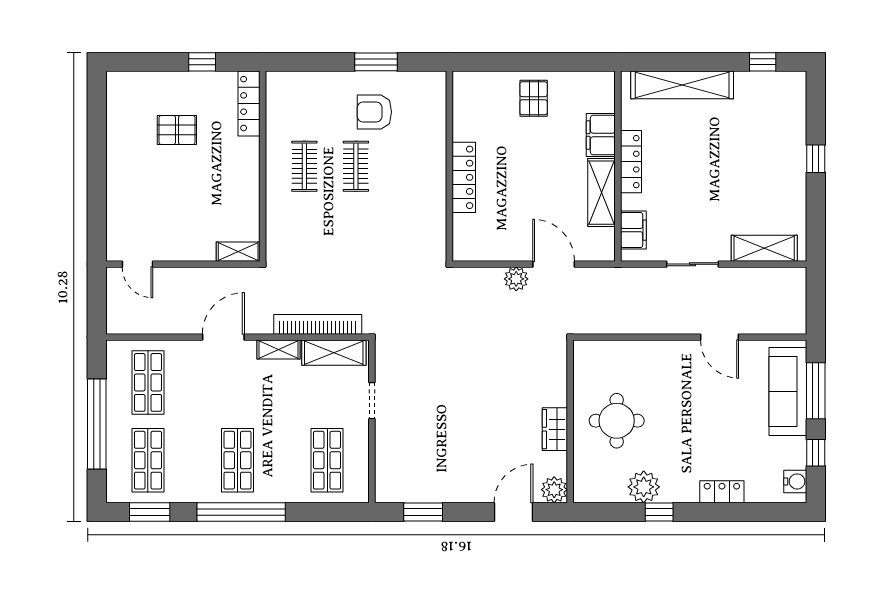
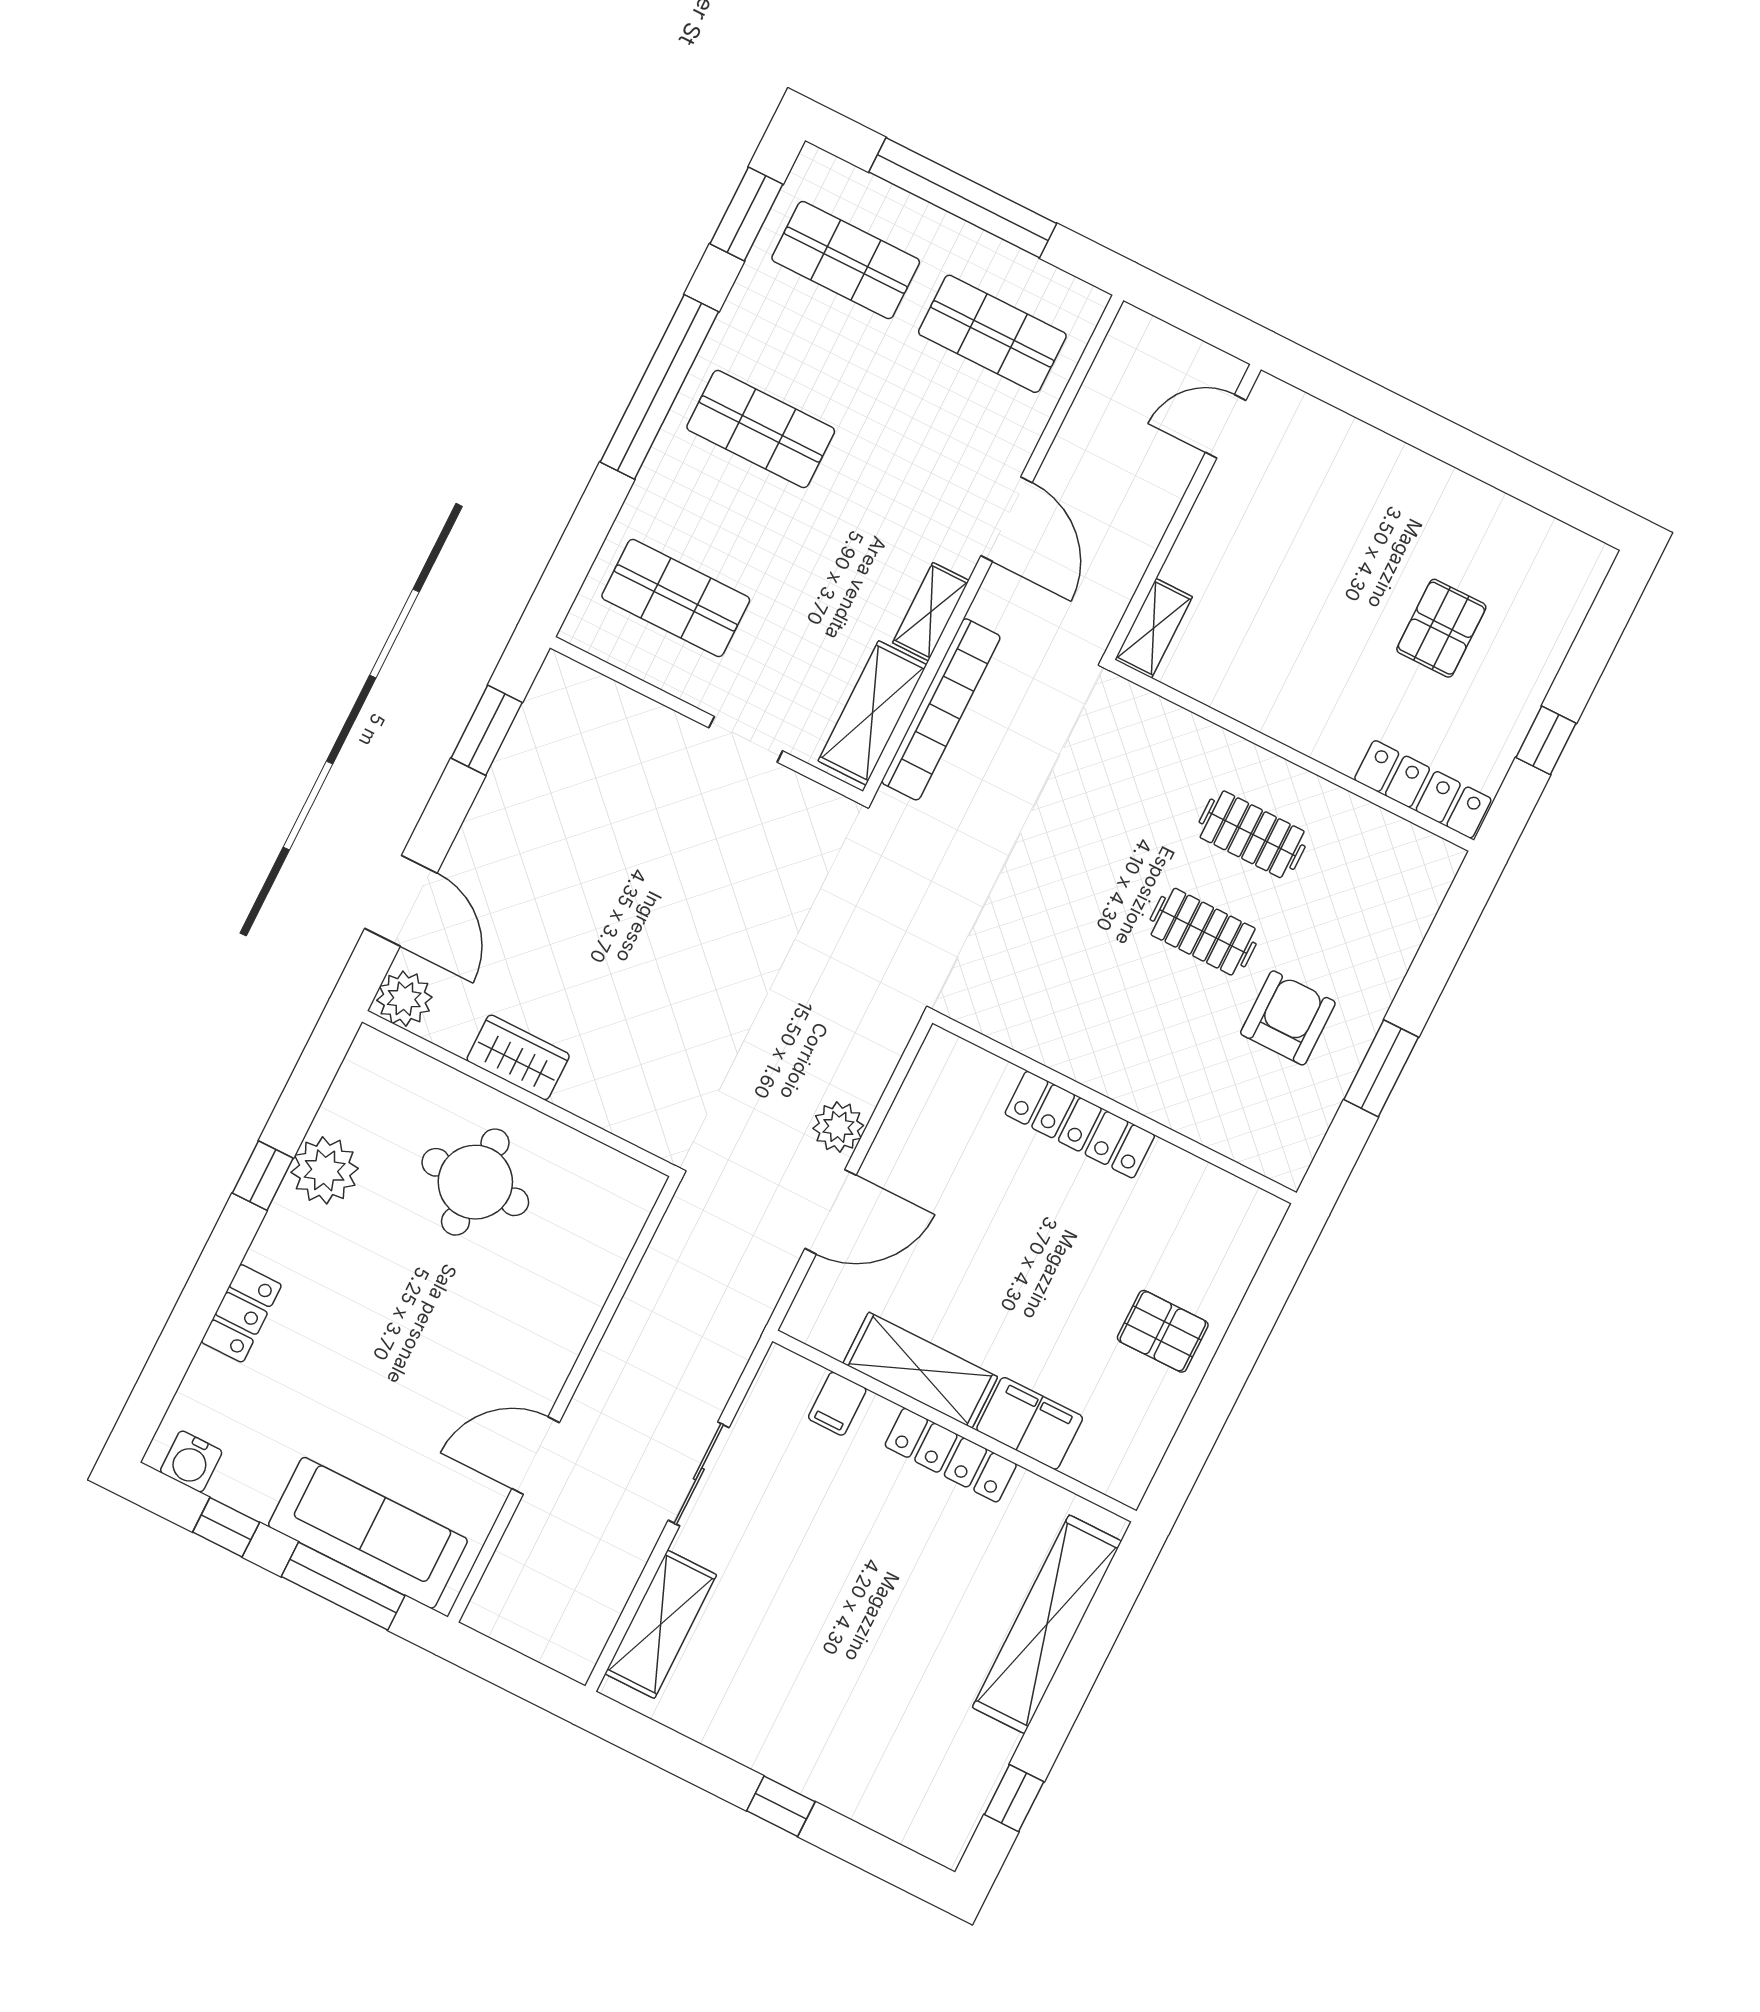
filing cabinet: (633, 230) -> (837, 1404), width x0.50

